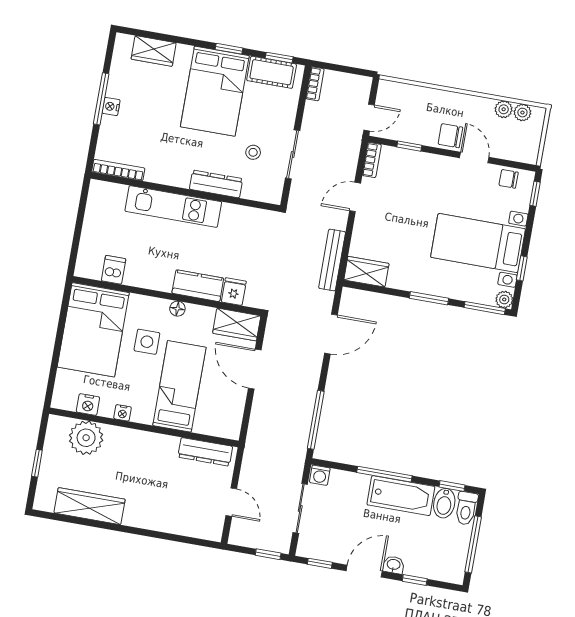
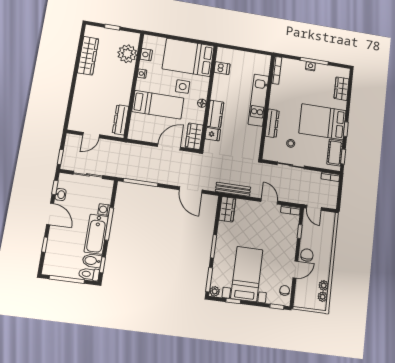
washing machine: (320, 475) -> (104, 210), moved
washbasin: (394, 565) -> (61, 195), moved

